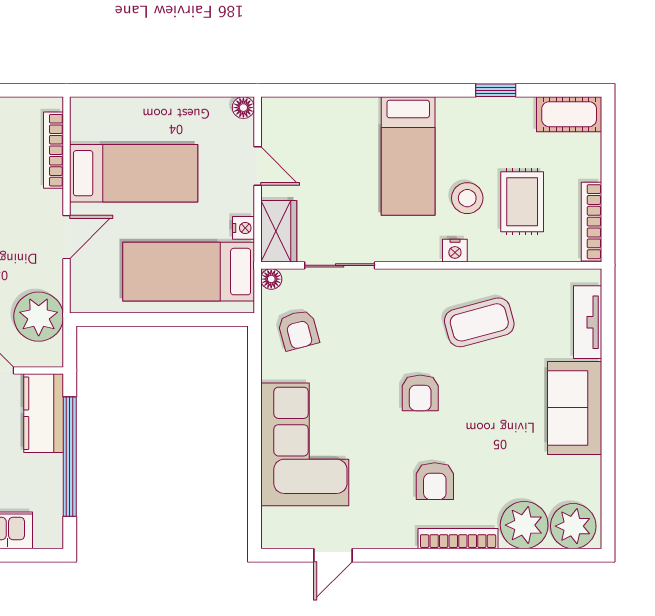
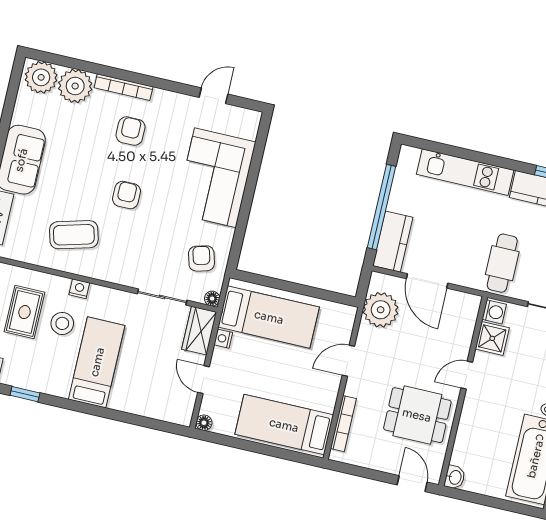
bed: (134, 173) -> (284, 425), moved

